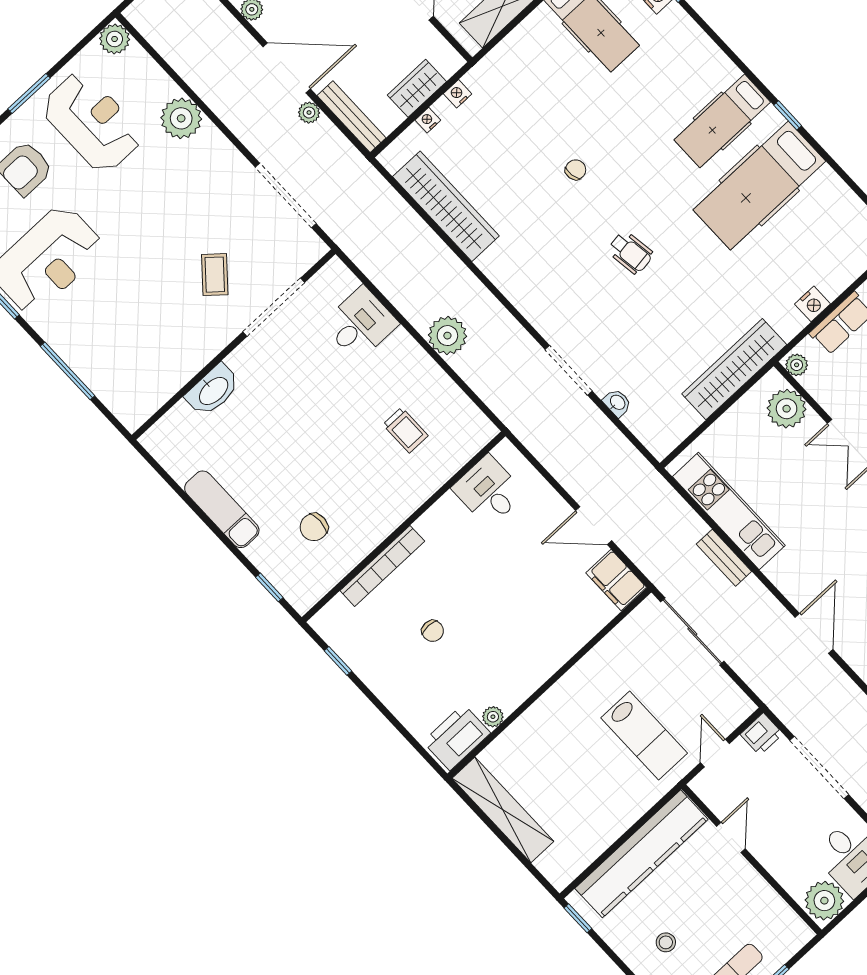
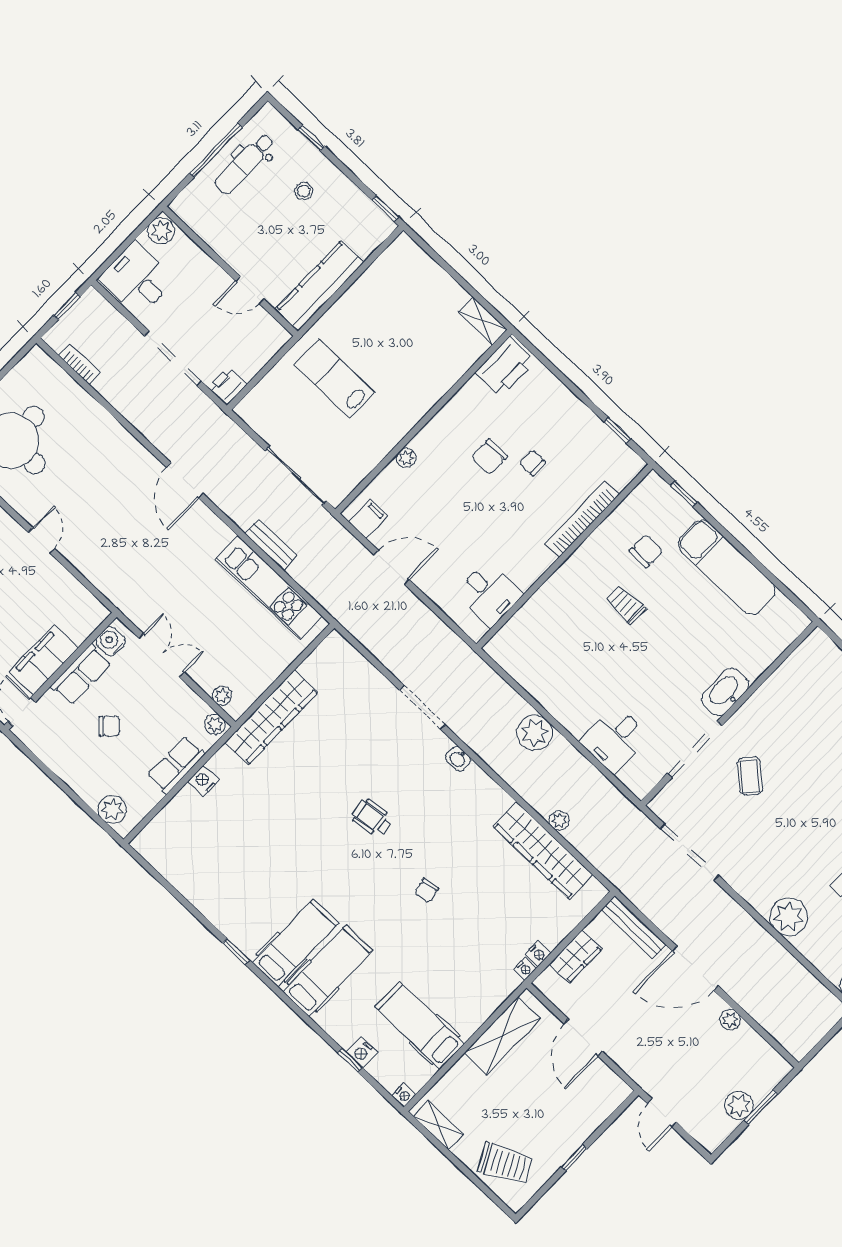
plant: (309, 113) -> (559, 820), moved
nightstand: (428, 120) -> (525, 969), moved
hospital bed: (759, 185) -> (328, 971), moved, width x0.73, depth x0.78
washbasin: (213, 390) -> (725, 692), moved
washbasin: (617, 403) -> (458, 759), moved
plant: (787, 409) -> (222, 696), width x0.53, depth x0.53
trolley: (405, 430) -> (626, 605), moved
exam couch: (222, 509) -> (727, 567), width x1.36, depth x1.45
filing cabinet: (616, 580) -> (368, 519), width x0.50
chair: (479, 640) -> (489, 457), added
plant: (493, 717) -> (406, 458), moved
door: (715, 753) -> (269, 366), removed
shelving: (503, 810) -> (483, 321), width x0.45, depth x0.75
door: (731, 837) -> (250, 290), hinge flipped
kitchen counter: (641, 854) -> (320, 286), width x0.72, depth x0.86
plant: (824, 901) -> (161, 231), width x0.73, depth x0.73

